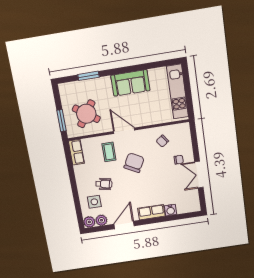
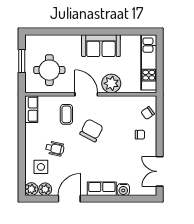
window: (89, 76) -> (59, 31), removed
round table: (86, 114) -> (49, 70), turned -35
plant: (145, 117) -> (111, 83), added
window: (62, 121) -> (22, 61), moved
chair: (162, 141) -> (148, 113), moved
double door: (199, 175) -> (160, 171), moved

